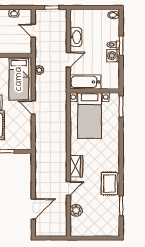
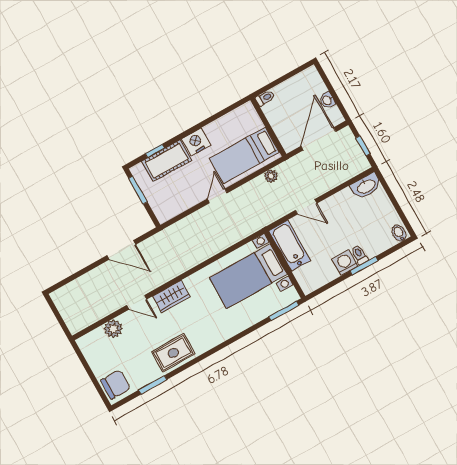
door: (33, 31) -> (318, 139), width x1.87
washbasin: (76, 37) -> (366, 186), moved
door: (33, 209) -> (121, 250), moved
chair: (109, 227) -> (116, 385), added

